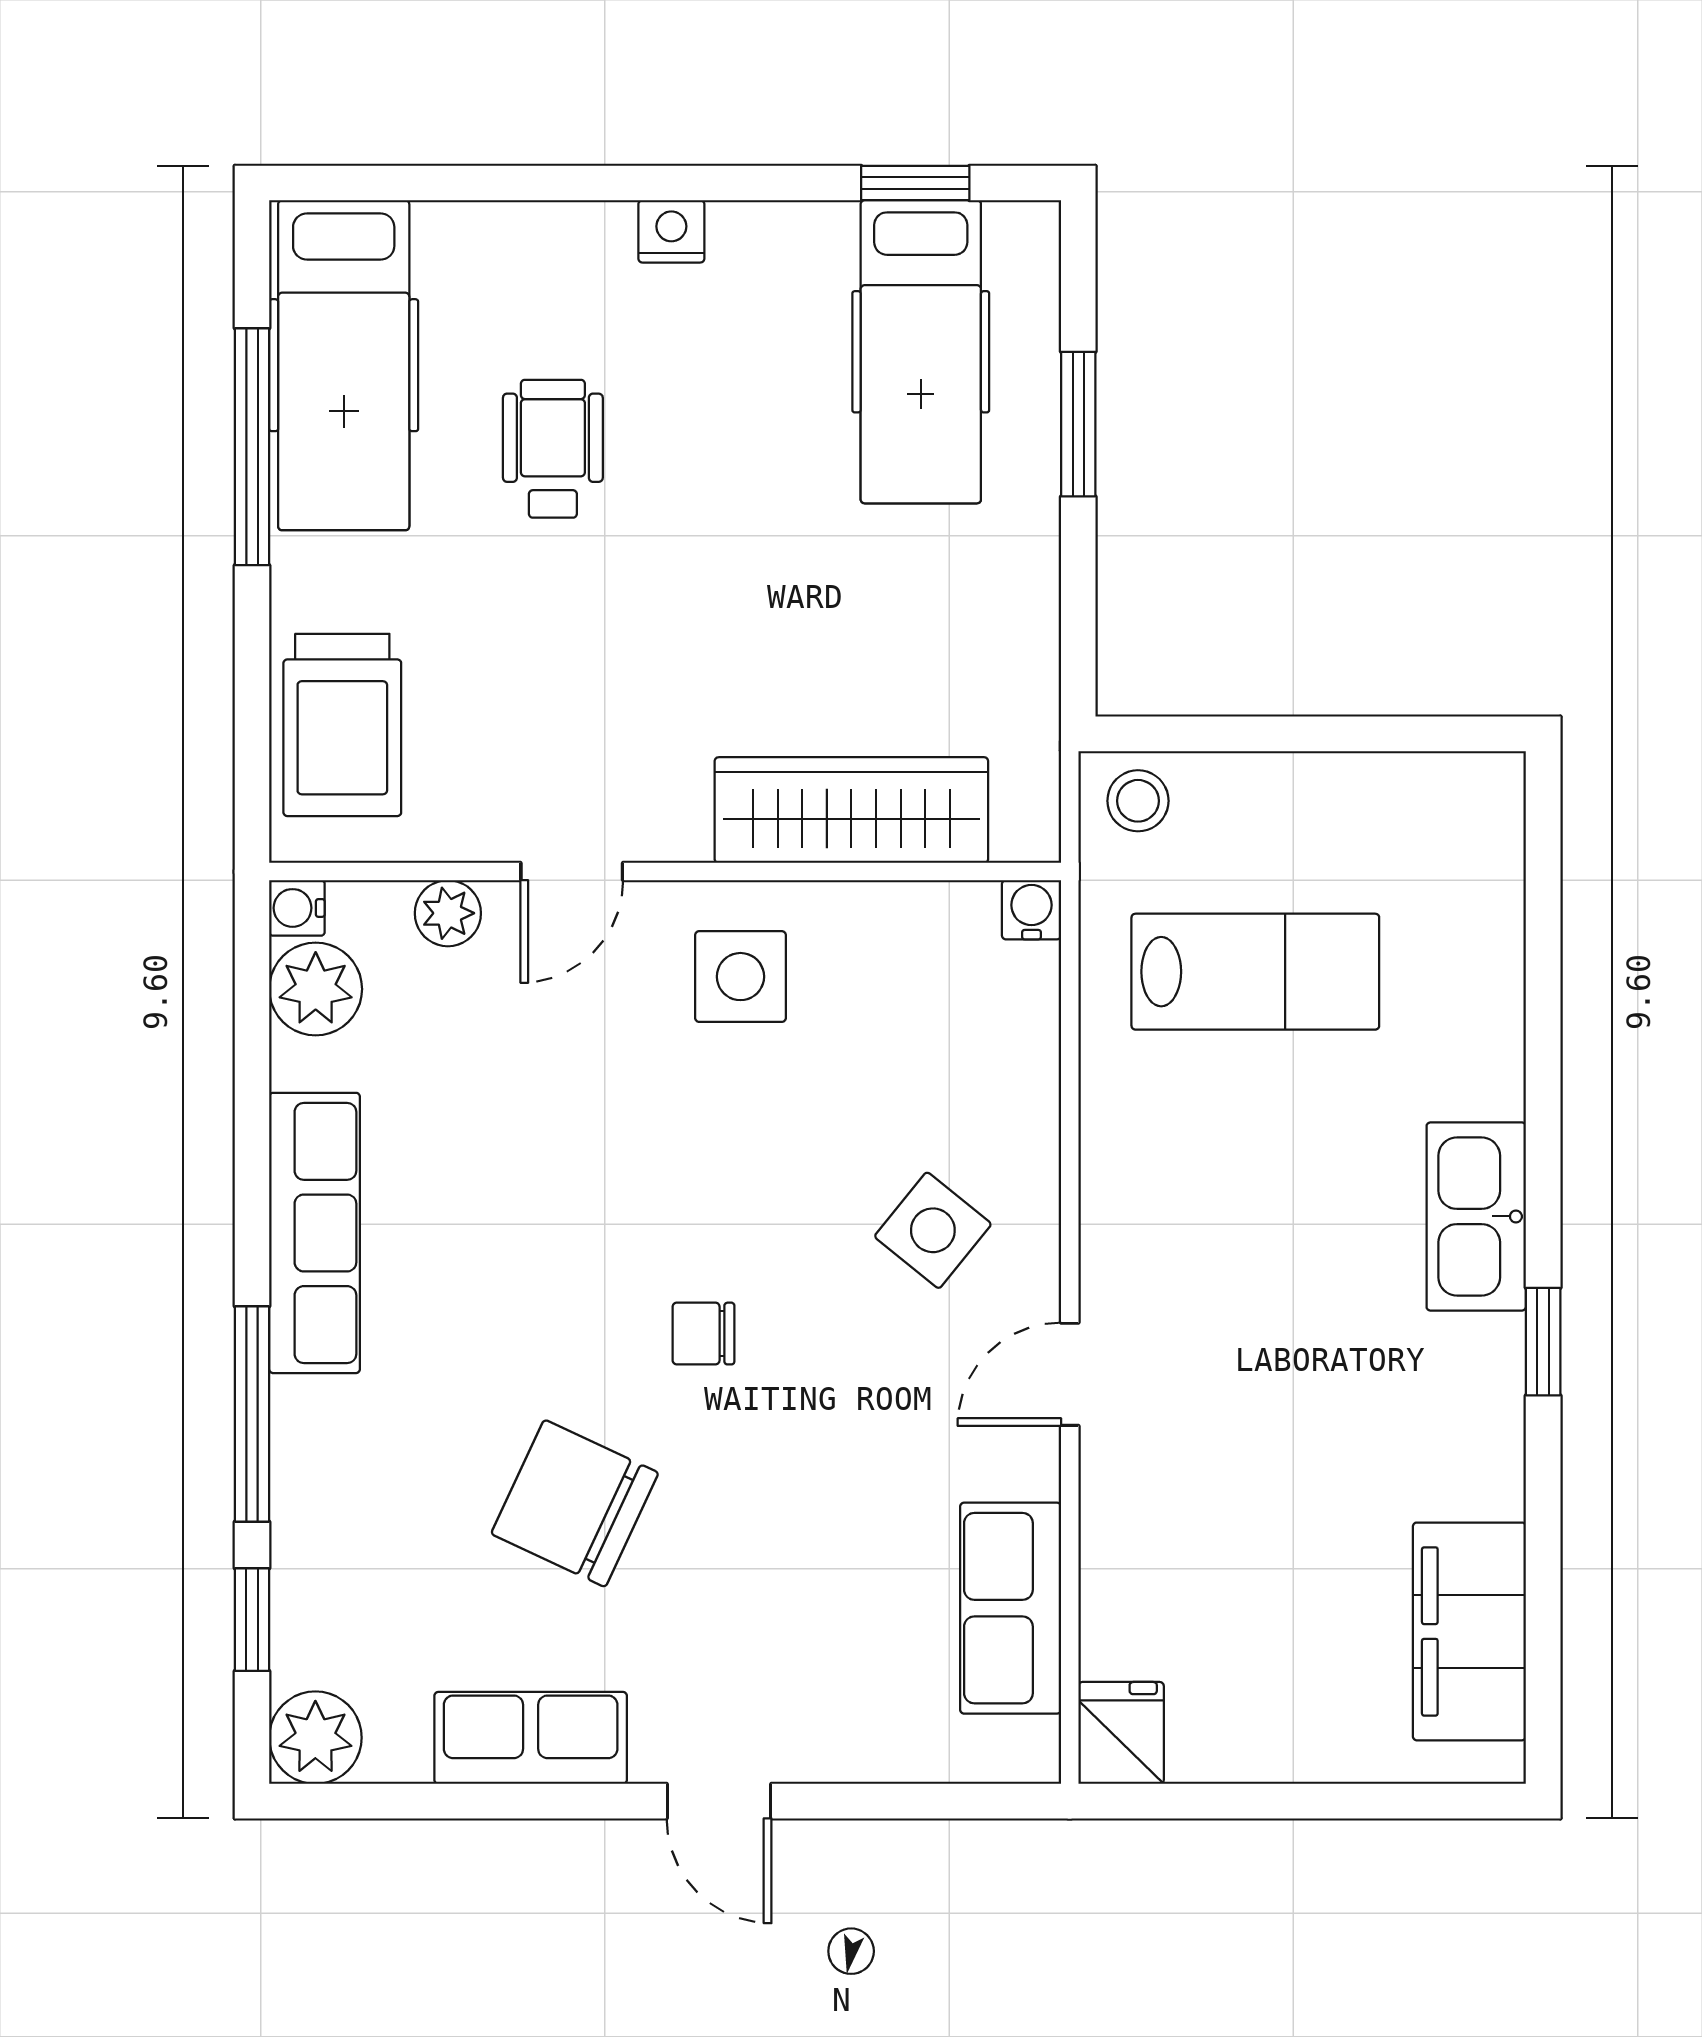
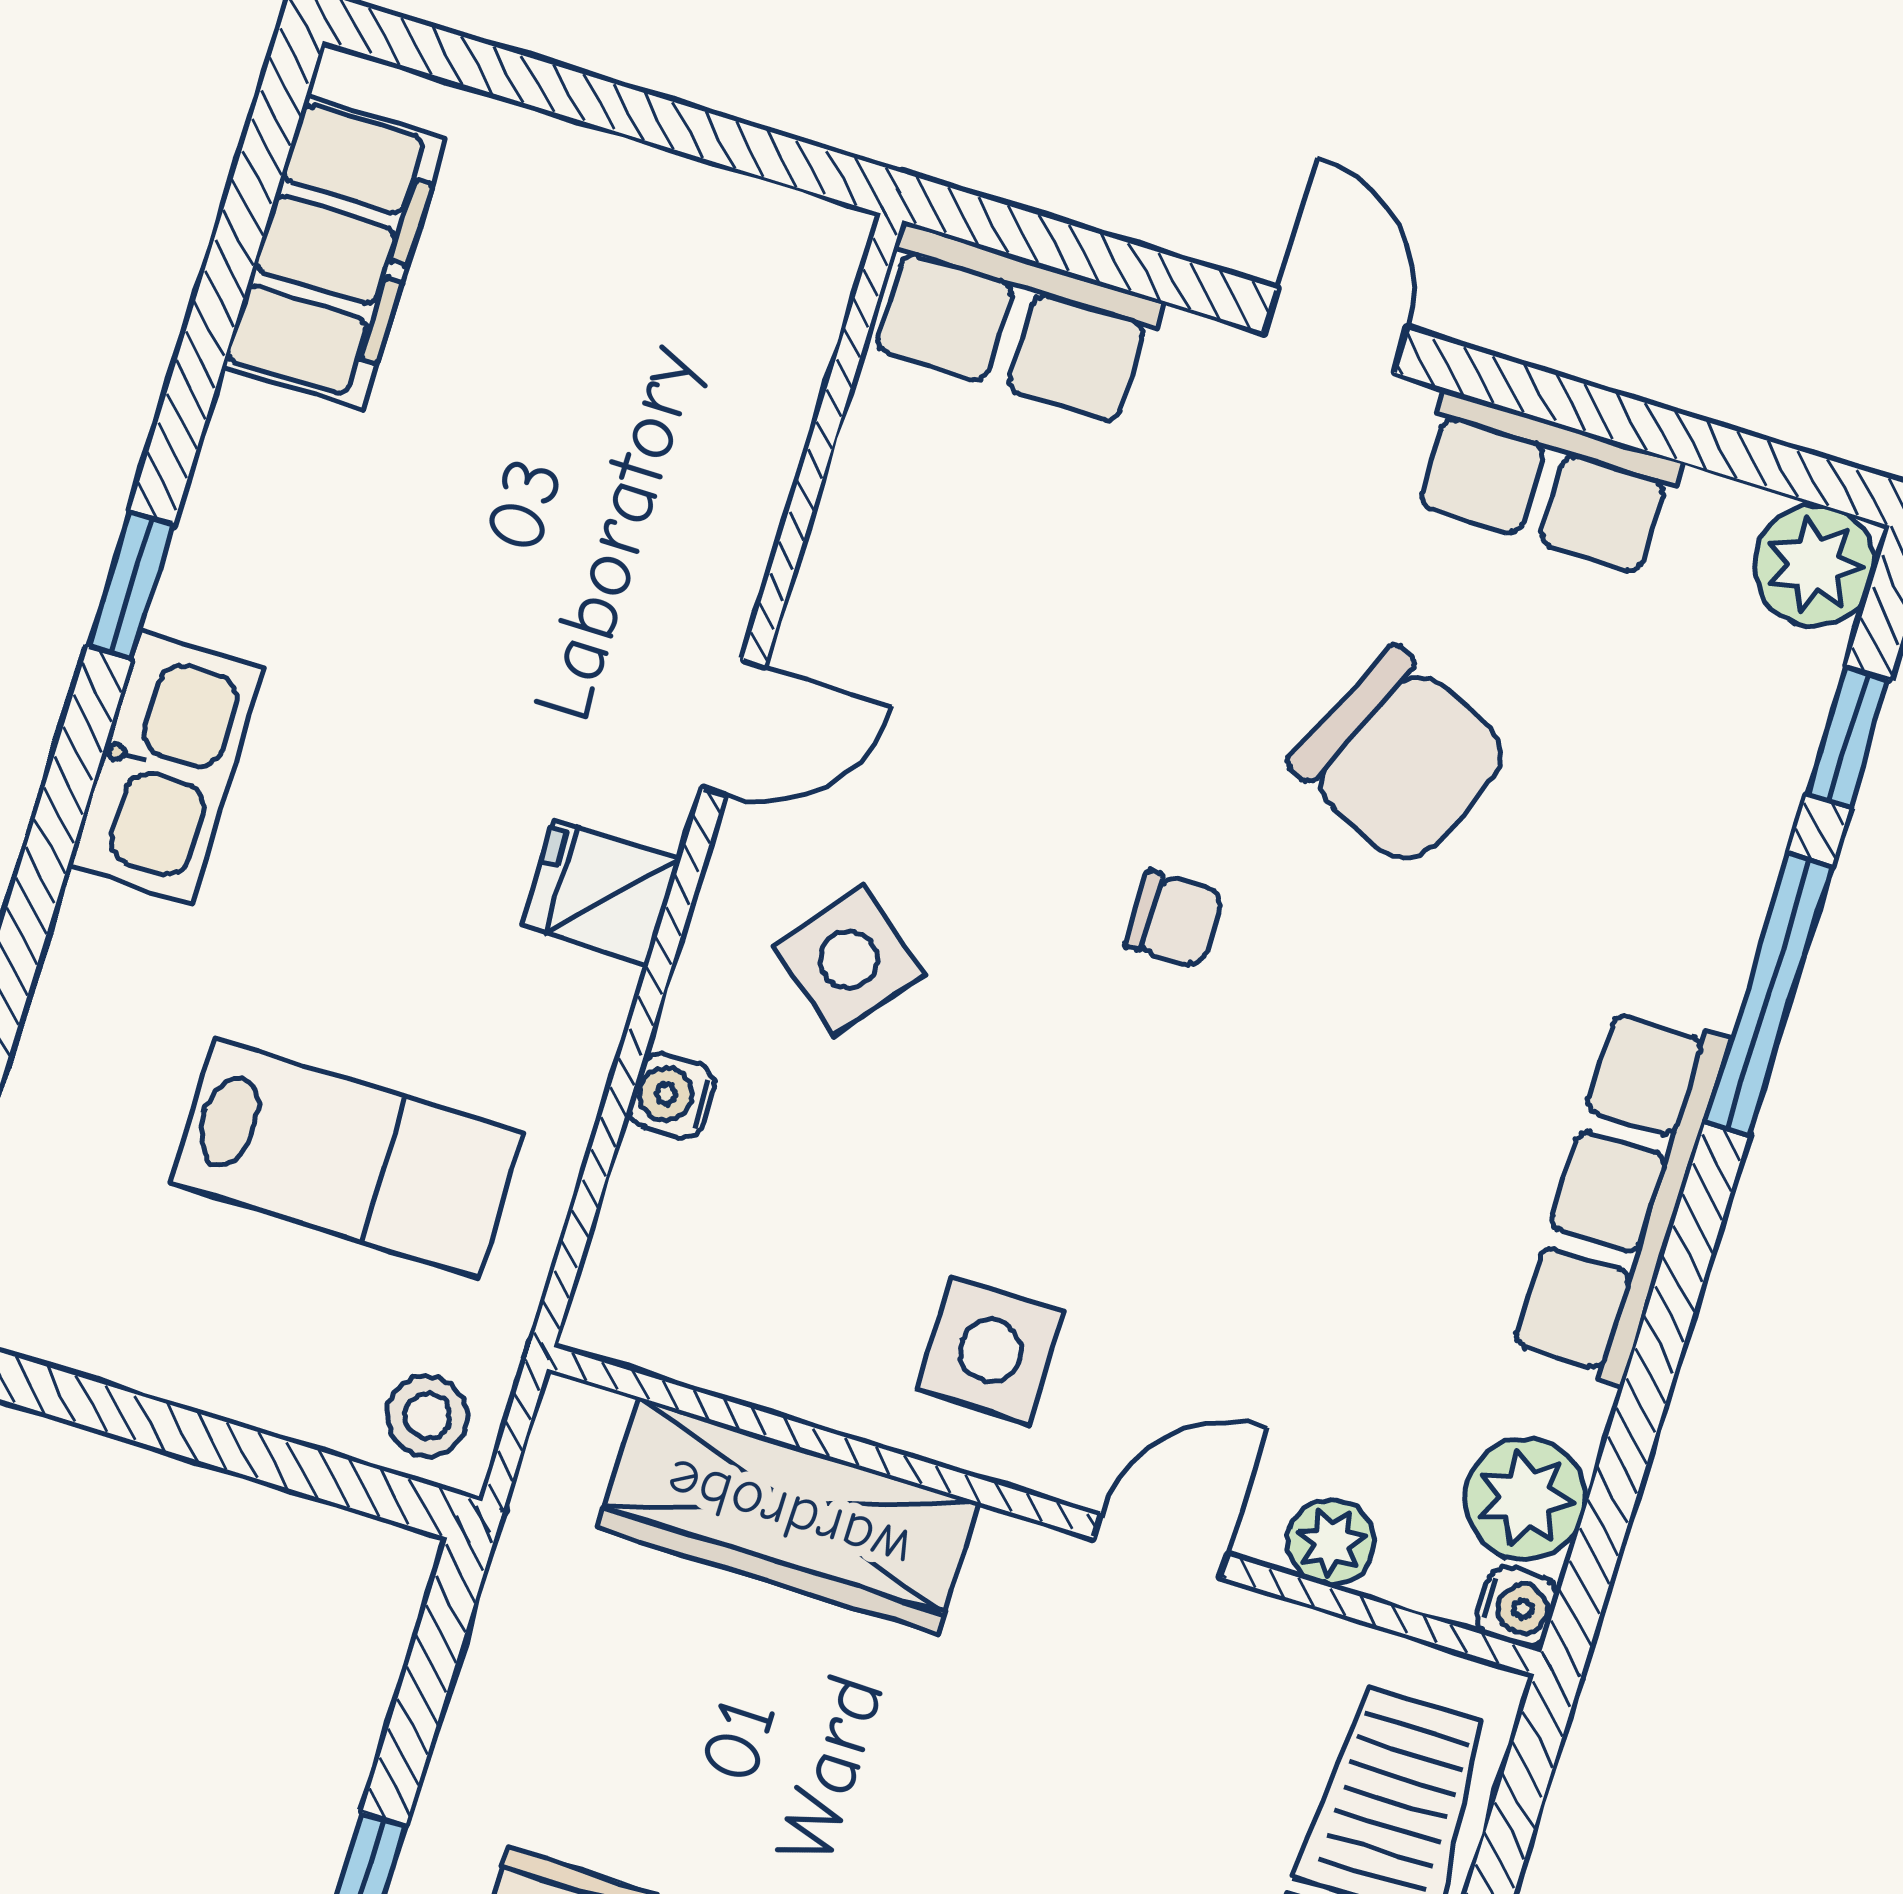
water cooler: (1031, 910) -> (672, 1096), moved, turned 90
lab bench: (1255, 972) -> (347, 1158), turned 180
row of seats: (1011, 1608) -> (1015, 324), moved, turned 90
fridge: (1121, 1733) -> (601, 892), moved, turned 90

